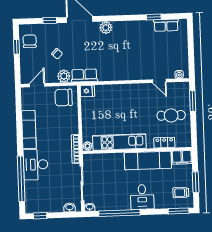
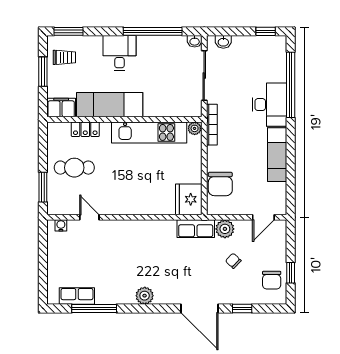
window: (154, 17) -> (94, 309), width x2.17
plant: (106, 28) -> (145, 296), moved
fridge: (87, 91) -> (189, 199), width x1.88, depth x1.34
chair: (63, 97) -> (220, 184), moved, turned 90

